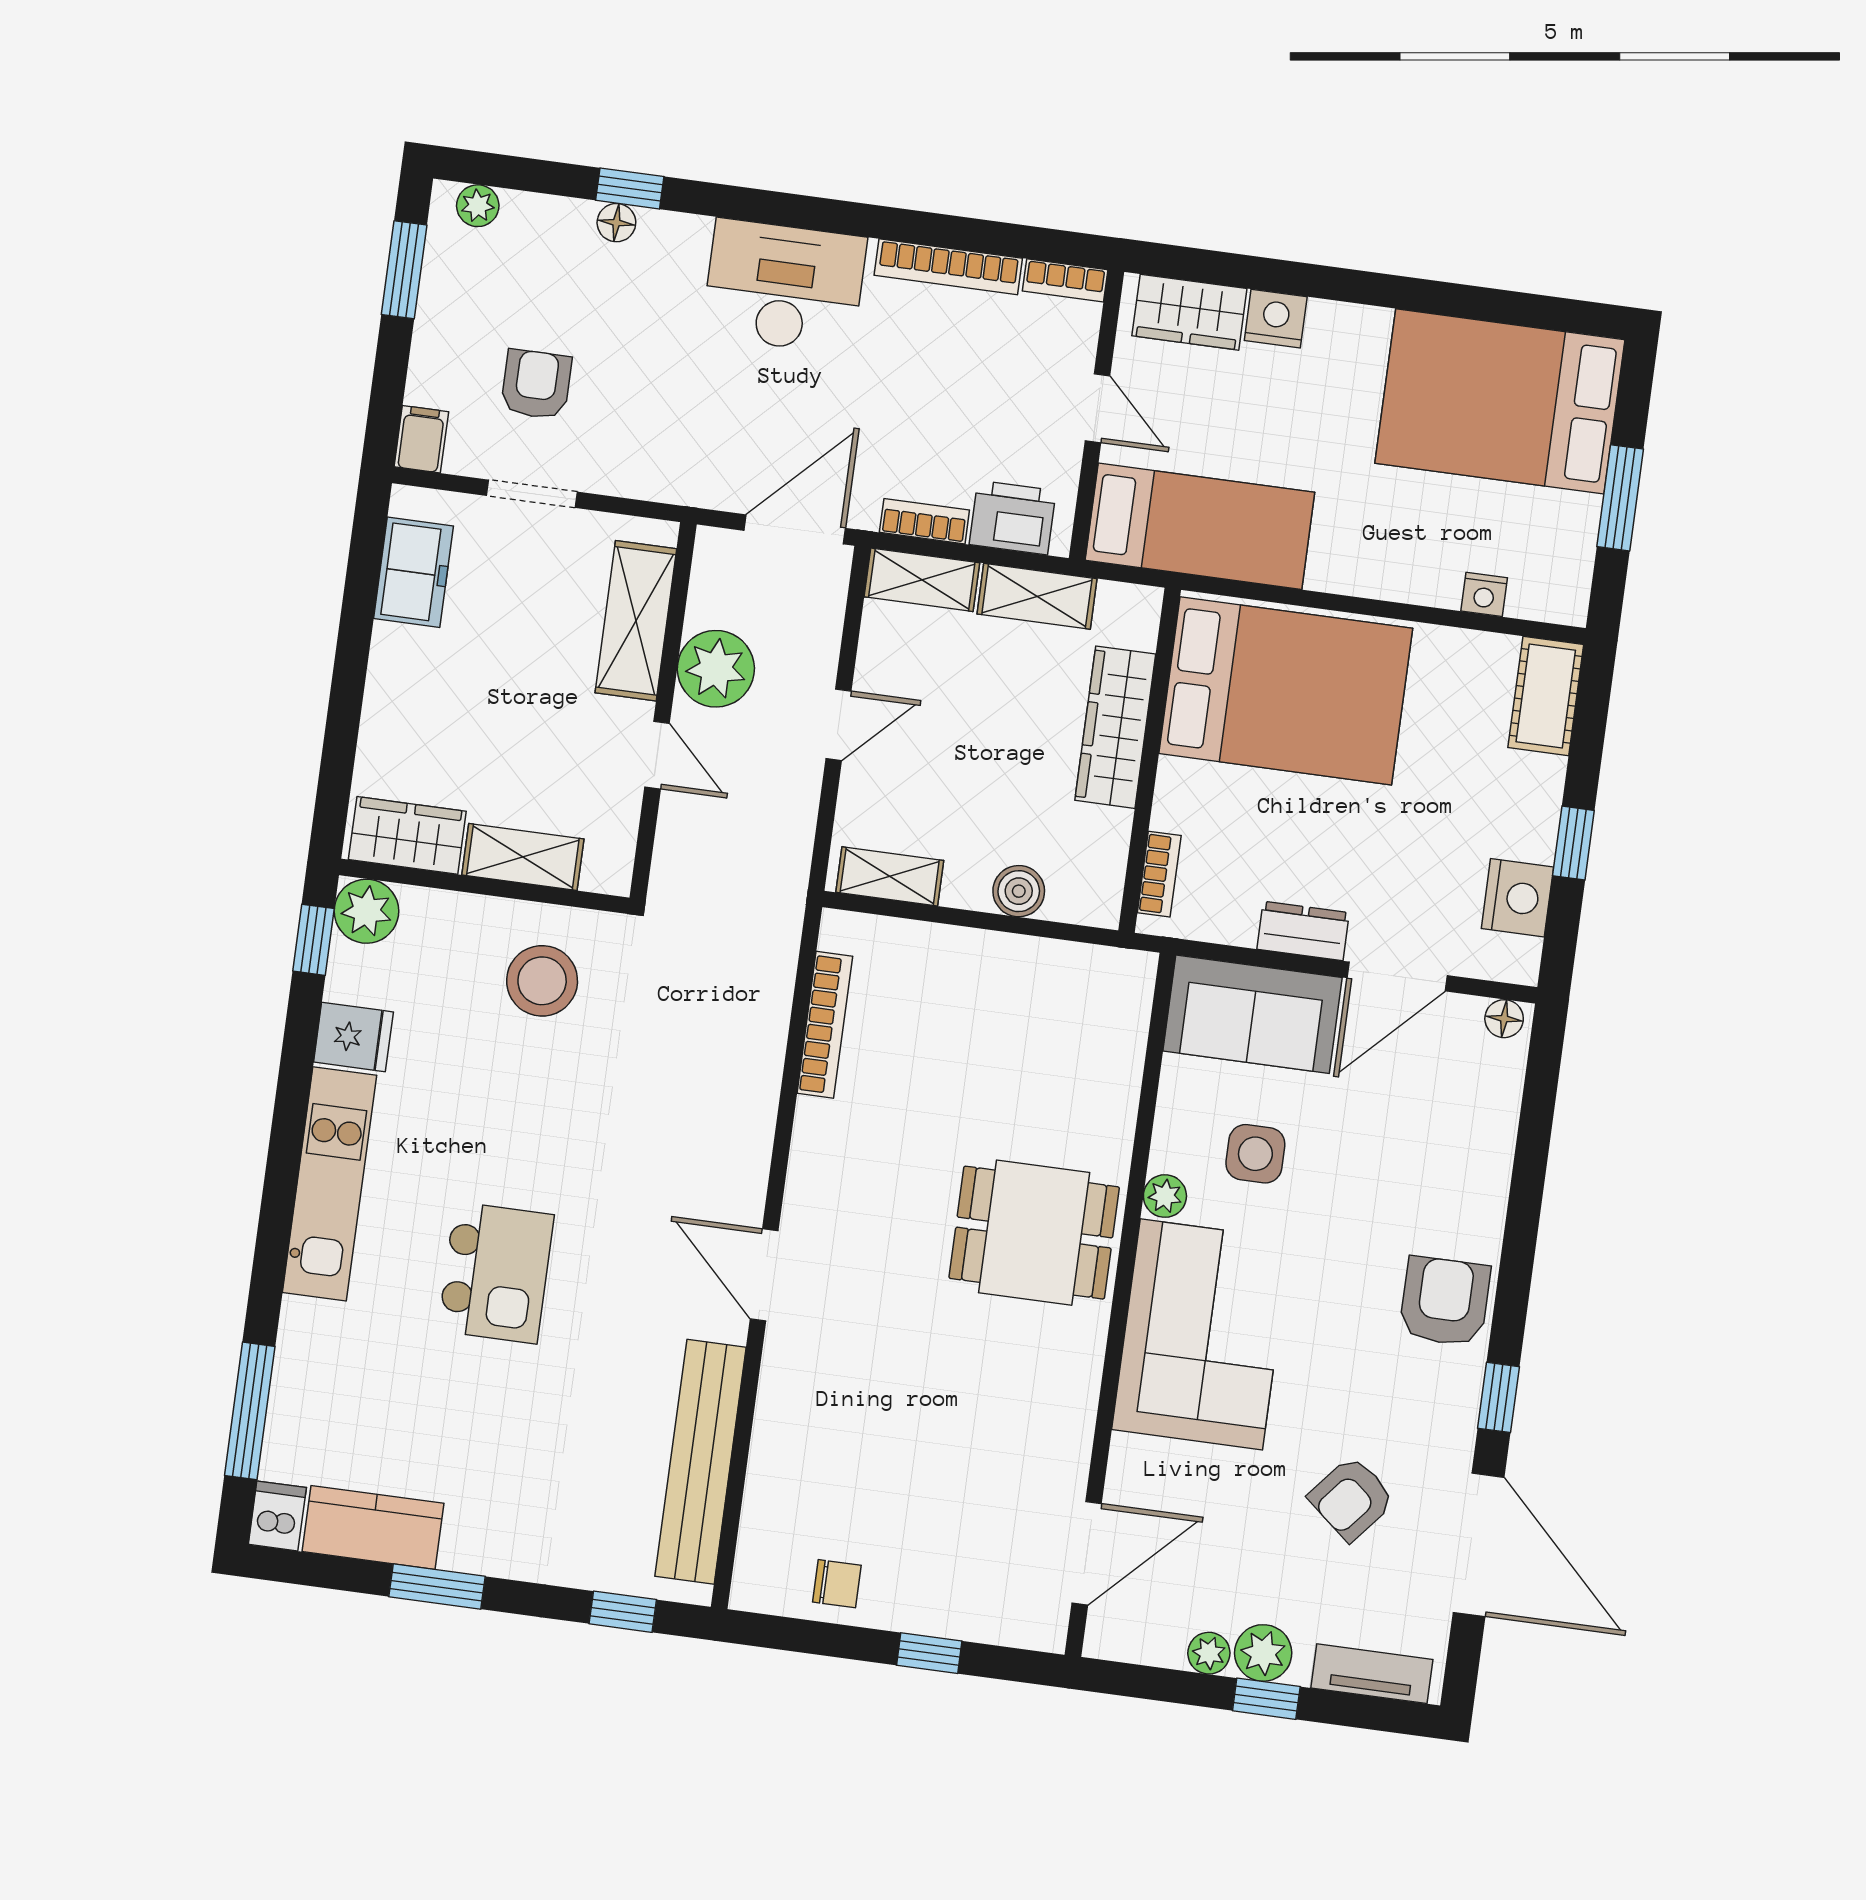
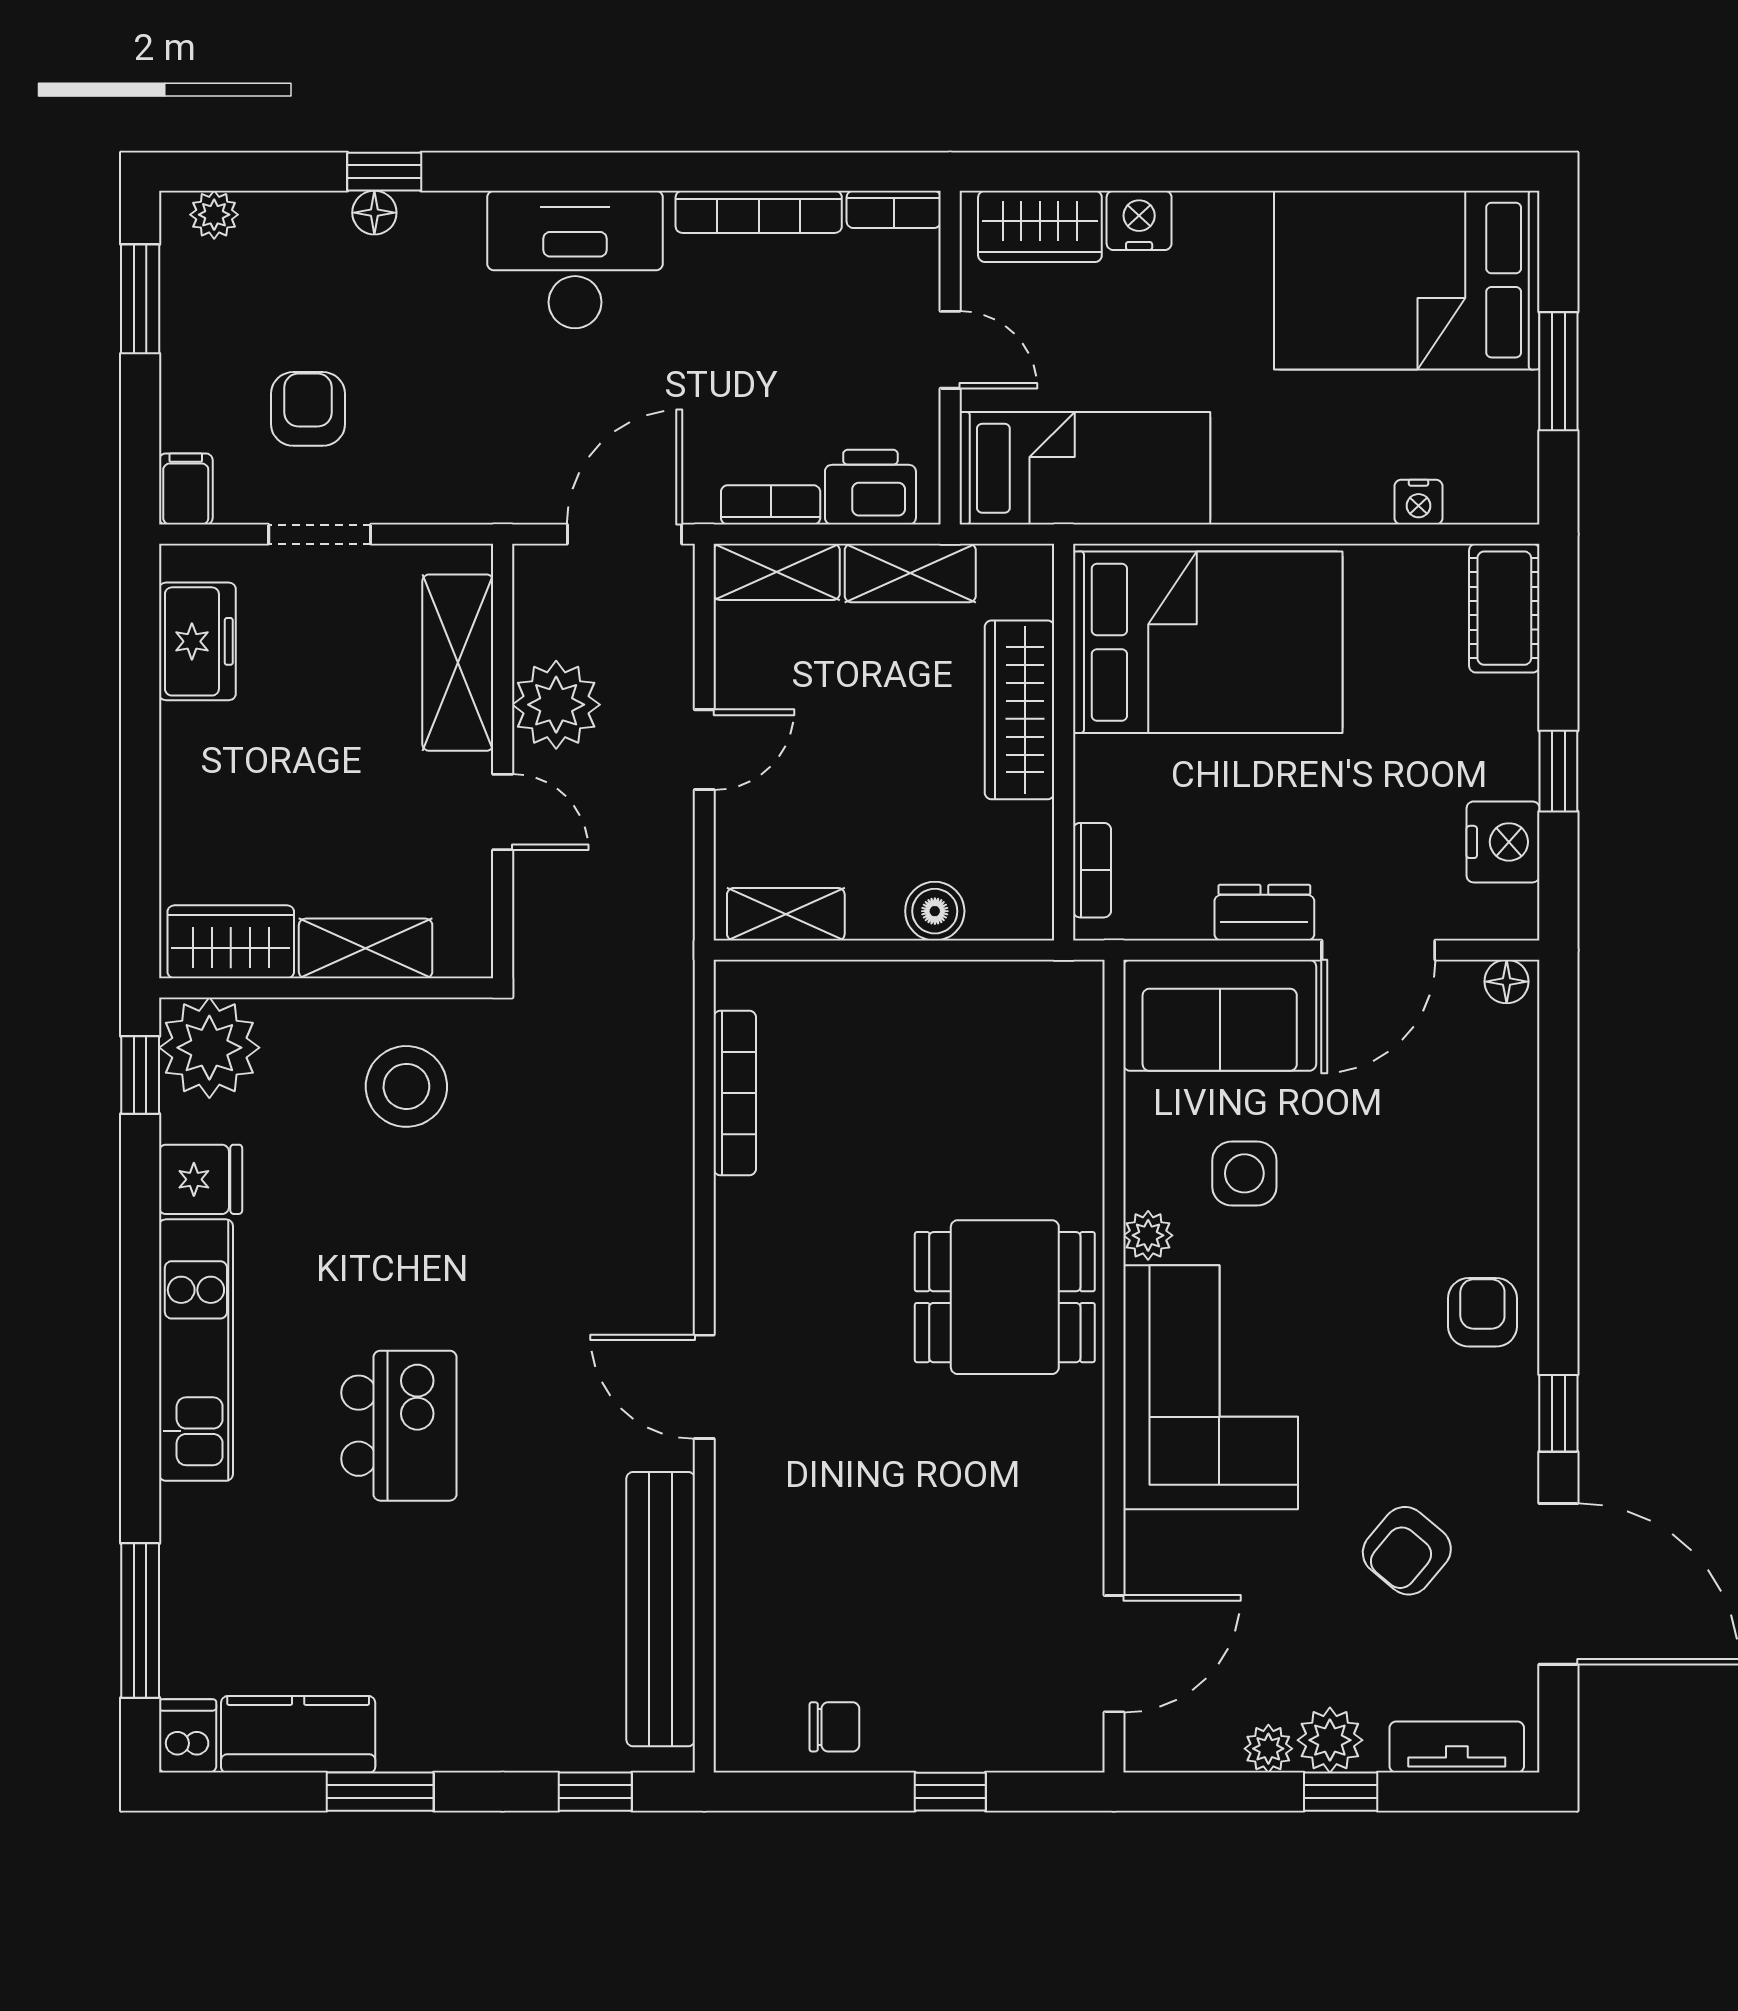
plant: (366, 911) -> (209, 1048), width x1.36, depth x1.36
armchair: (1445, 1301) -> (1482, 1312), width x0.72, depth x0.72

